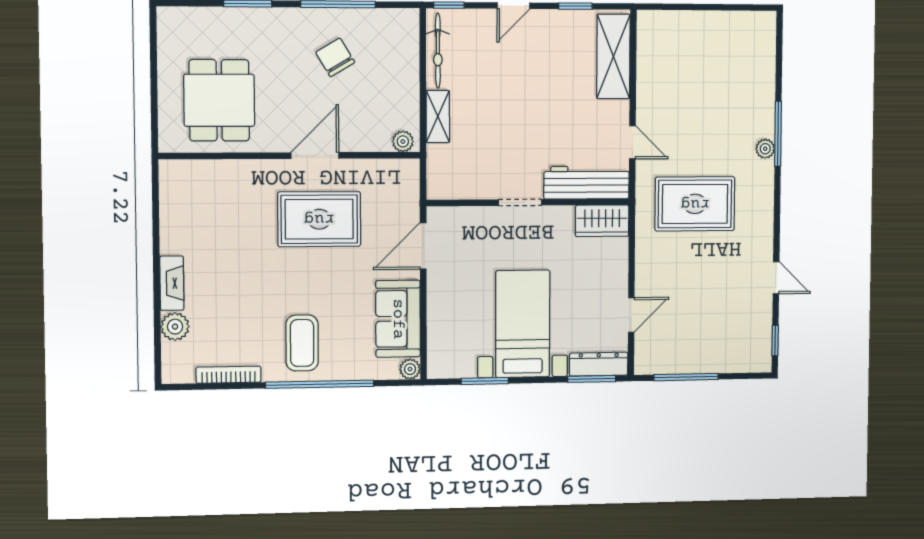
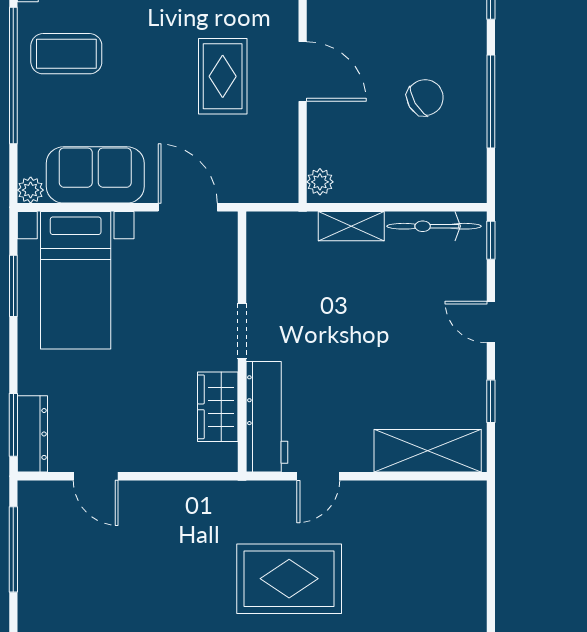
rug: (695, 204) -> (289, 579), moved, turned 90
rug: (319, 219) -> (223, 76), width x0.73, depth x0.70
wardrobe: (602, 221) -> (218, 407), moved
bed with nightstands: (523, 324) -> (76, 280), moved, turned 90

